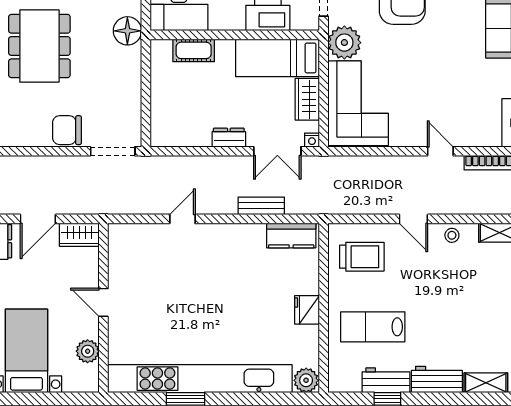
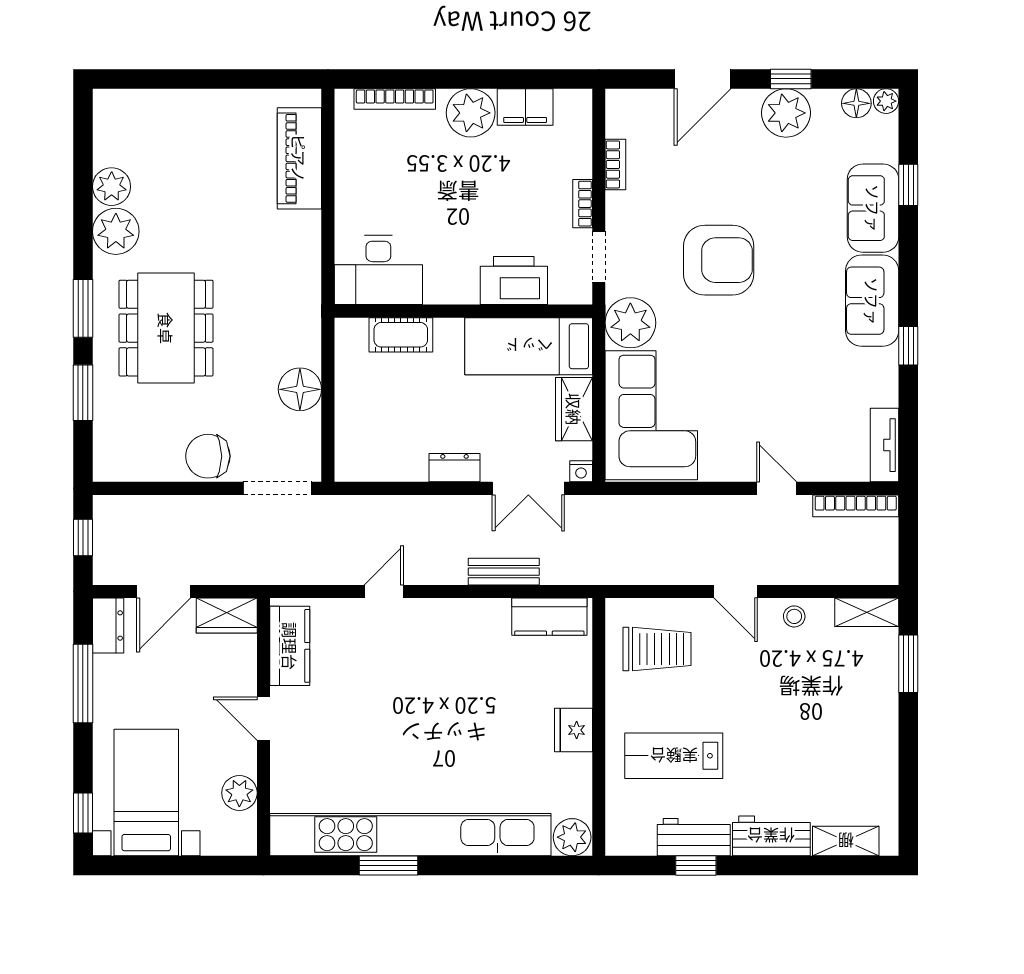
floor lamp: (127, 31) -> (300, 389), moved
kitchen counter: (121, 255) -> (290, 646), added

